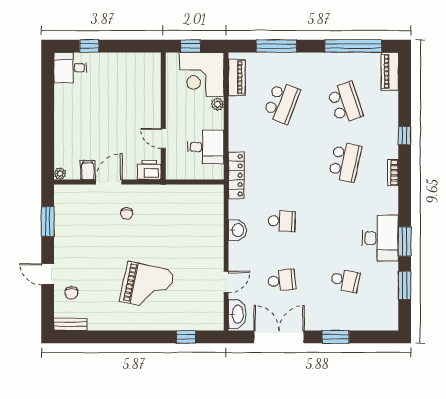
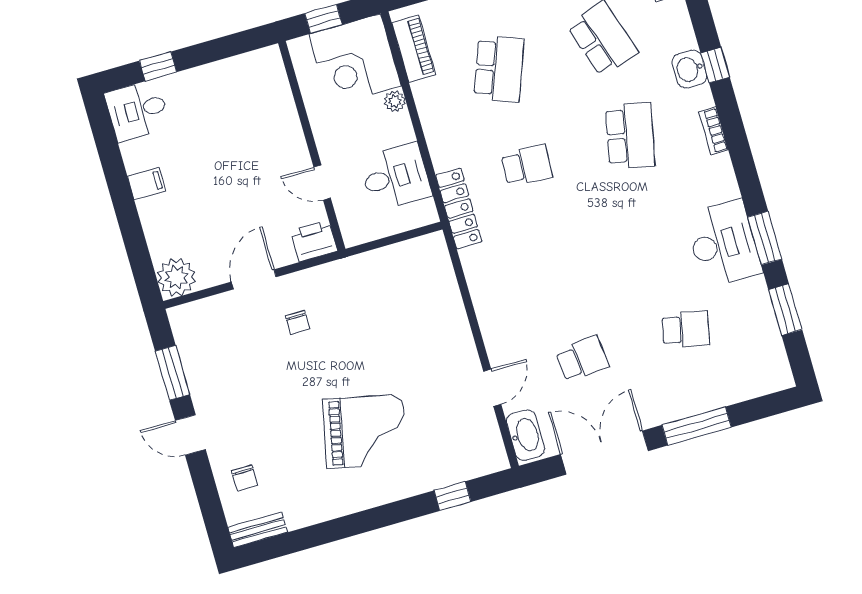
filing cabinet: (88, 170) -> (146, 184), moved, turned 90
plant: (60, 174) -> (176, 277), width x1.88, depth x1.88
school desk: (282, 221) -> (527, 165), moved
washbasin: (237, 230) -> (689, 69), moved, turned 180
door: (48, 274) -> (190, 435), moved
window: (336, 337) -> (697, 426), width x1.44

